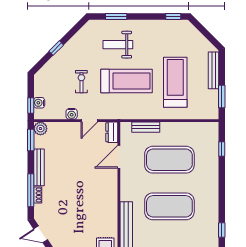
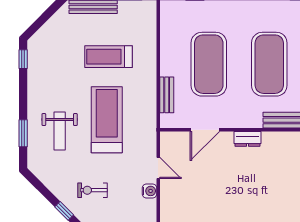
exercise bike: (81, 82) -> (93, 190), moved
treadmill: (175, 82) -> (109, 57), width x0.73, depth x0.73
dresser: (112, 132) -> (247, 139), moved
door: (119, 157) -> (205, 130), hinge flipped

